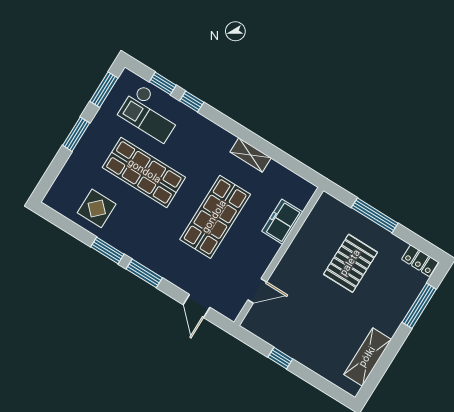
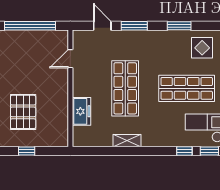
window: (375, 215) -> (27, 151), width x0.46
window: (144, 273) -> (134, 26), moved
window: (280, 358) -> (30, 26), width x3.17

